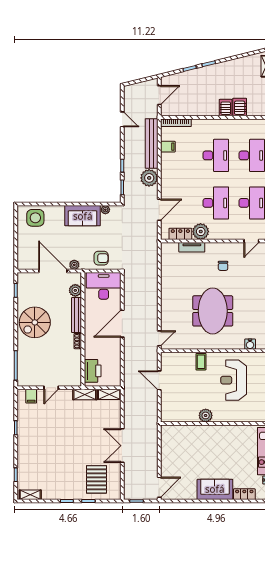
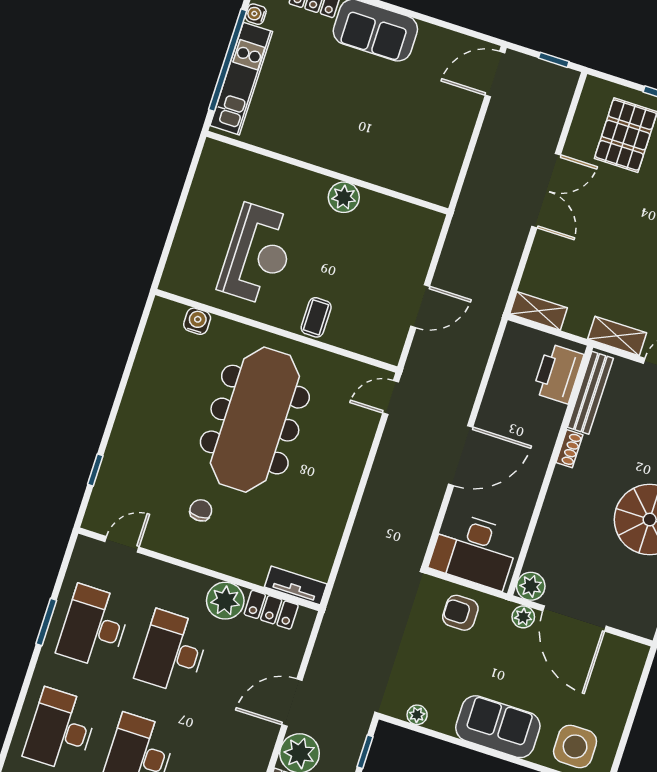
door: (159, 210) -> (292, 703), moved
sofa: (83, 216) -> (498, 727), moved
tv unit: (192, 247) -> (296, 585), moved
plant: (75, 290) -> (531, 586), moved
meeting table: (213, 311) -> (255, 420), width x1.36
bench: (77, 315) -> (590, 393), moved
door: (159, 380) -> (420, 306), hinge flipped
shelving: (85, 394) -> (617, 336), moved

